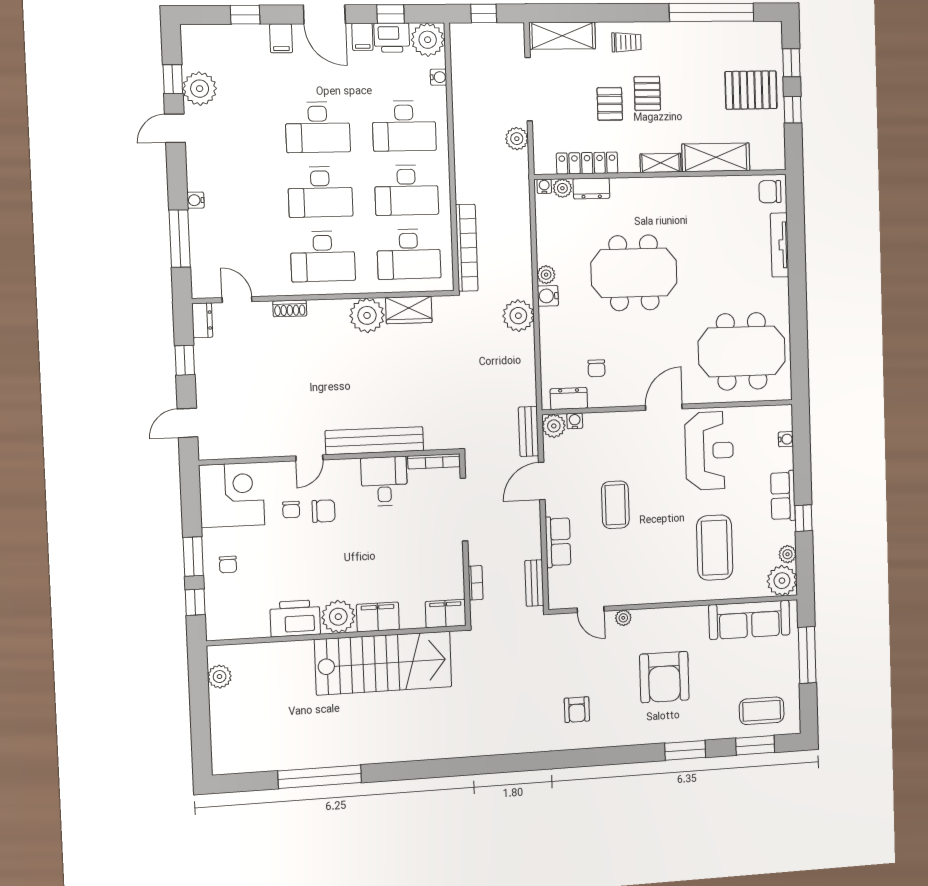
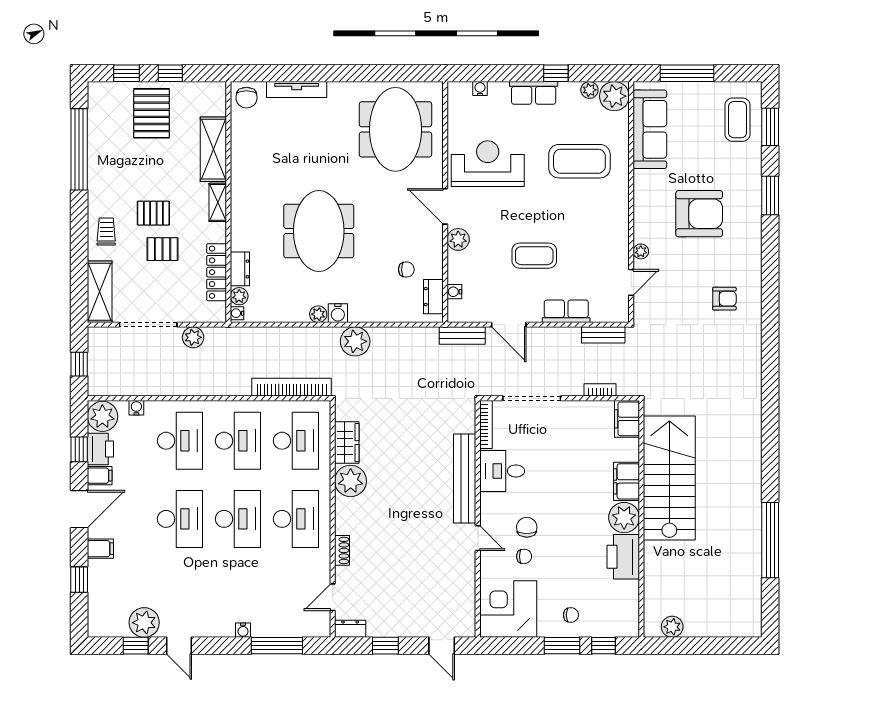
plant: (554, 426) -> (458, 239), moved

